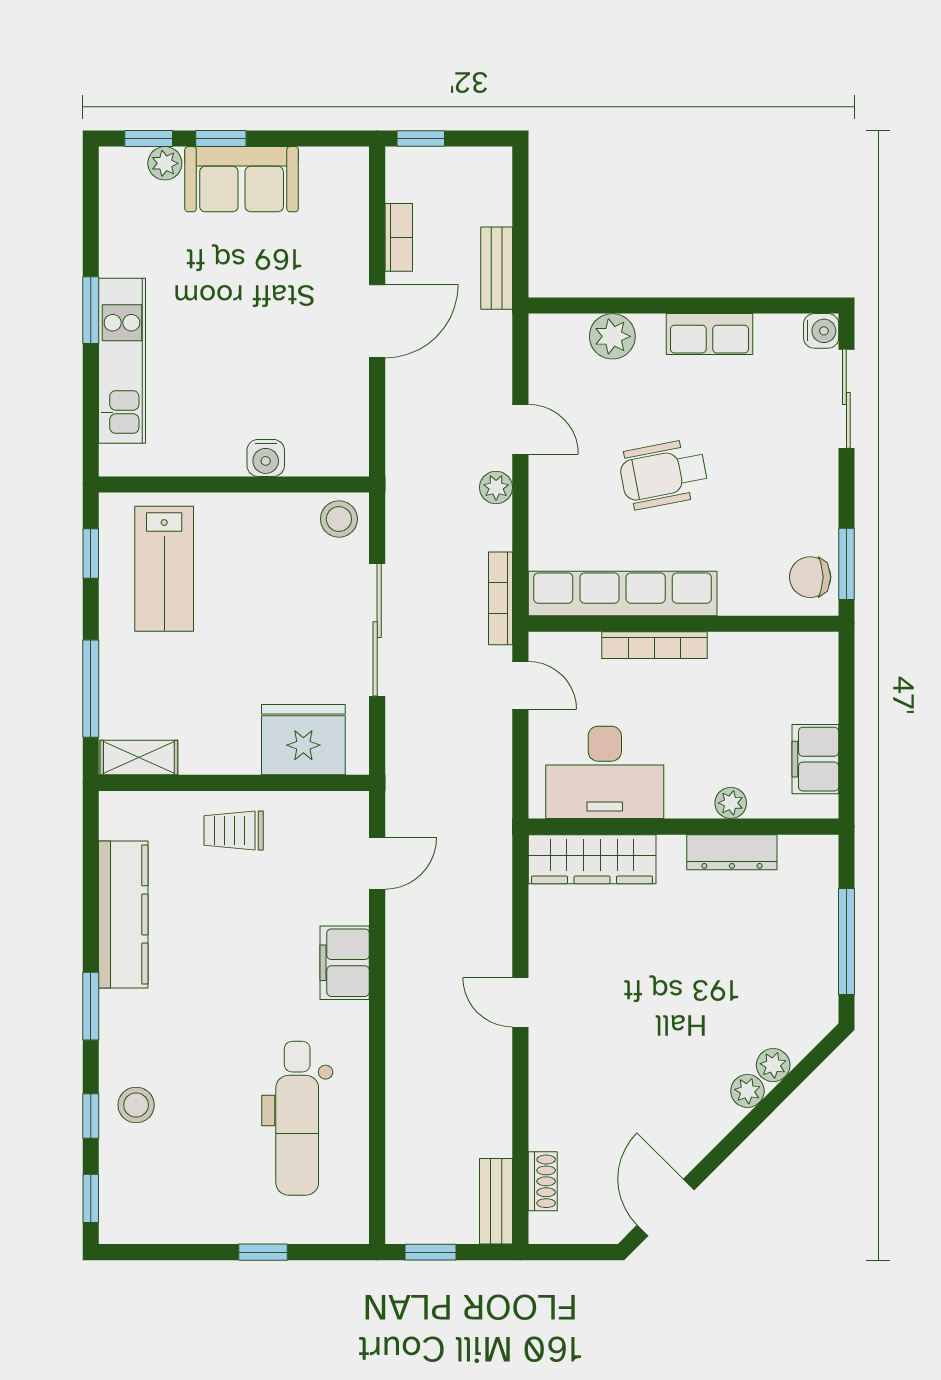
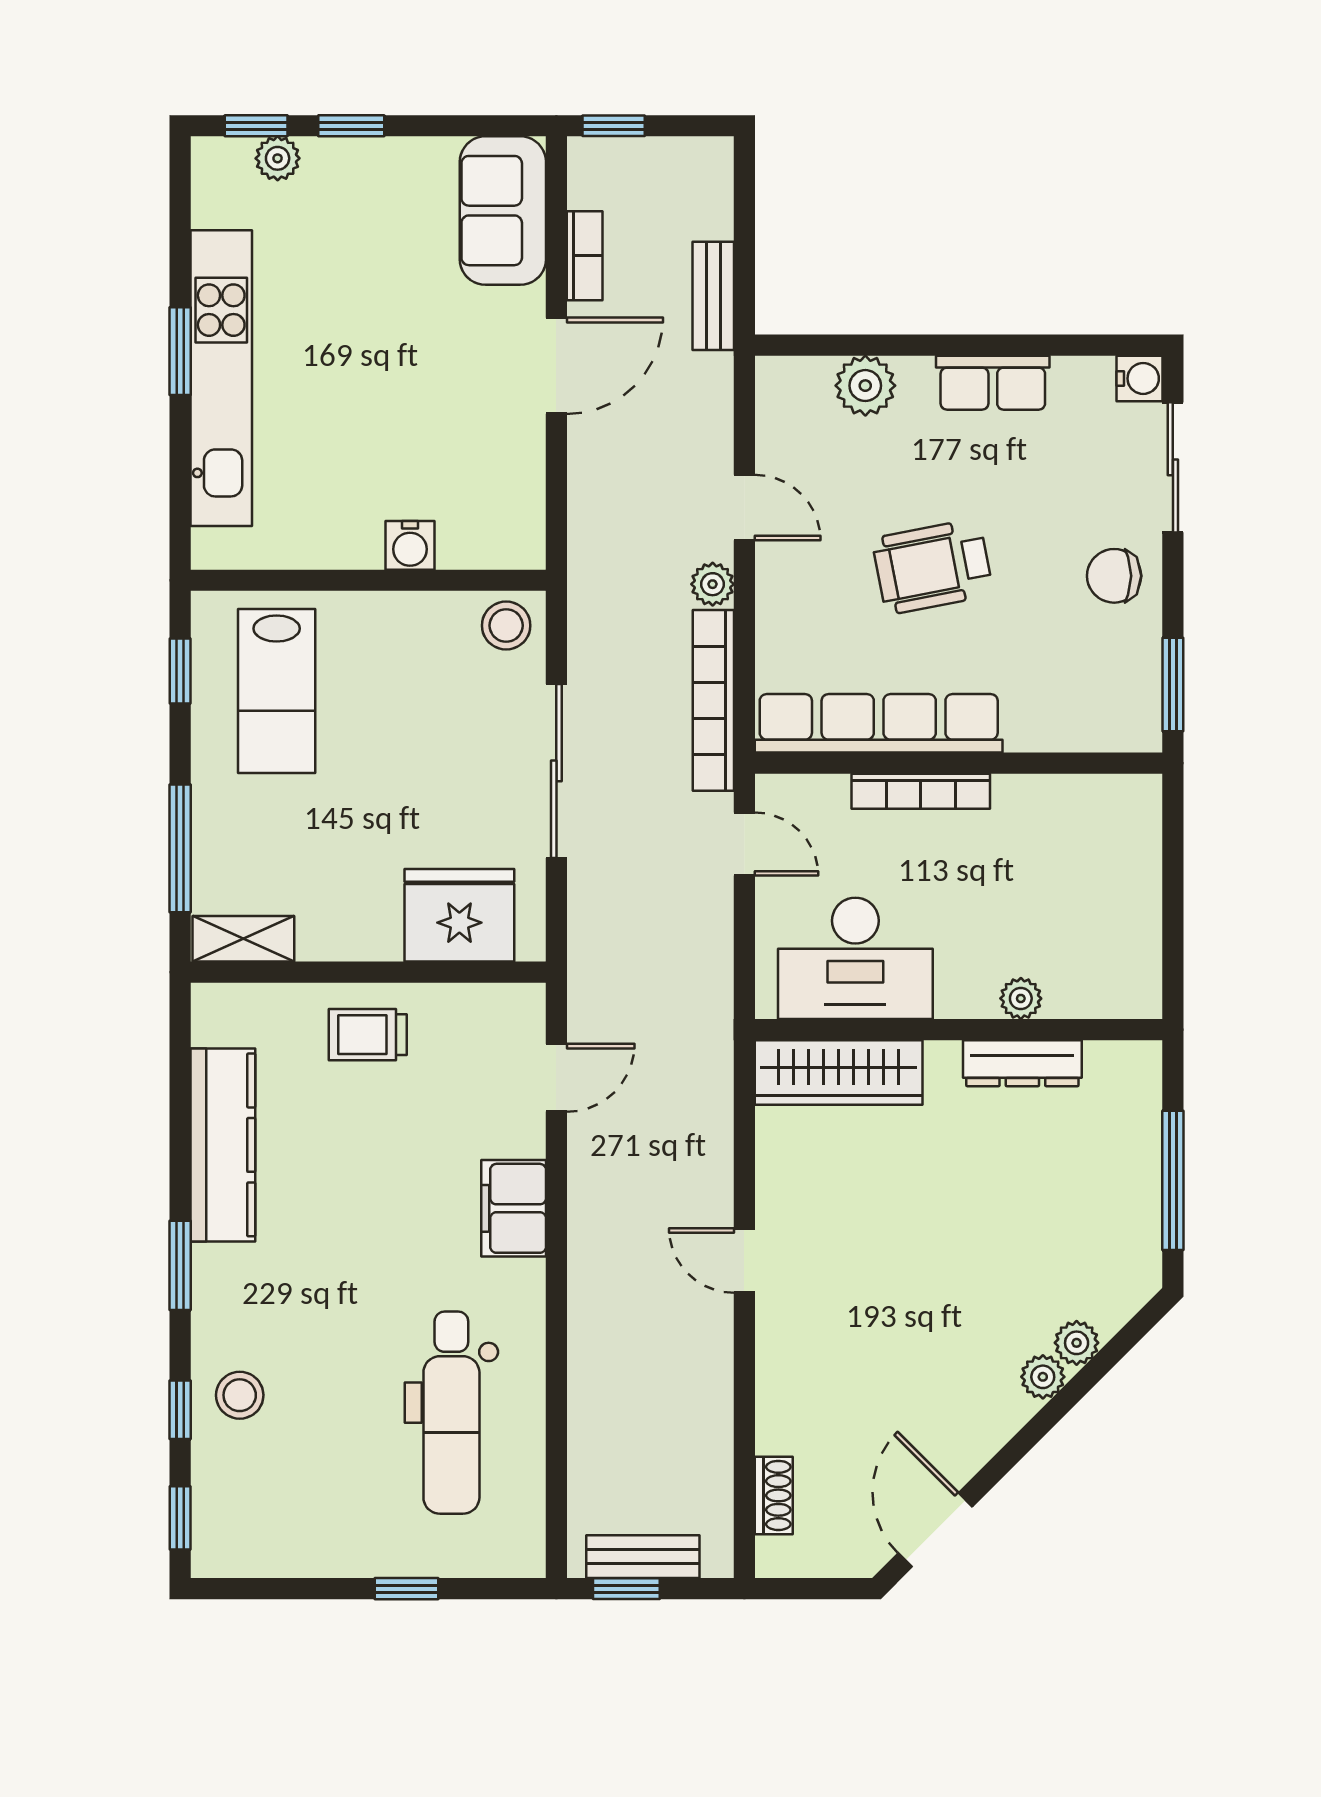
sofa: (242, 179) -> (503, 211), moved, turned 90
kitchen unit: (122, 361) -> (221, 378), width x1.36
chair: (810, 577) -> (1114, 576), moved
bookcase: (500, 598) -> (713, 700), width x1.48, depth x1.31
filing cabinet: (815, 759) -> (1132, 941), removed
bench: (496, 1201) -> (643, 1557), moved, turned 90

